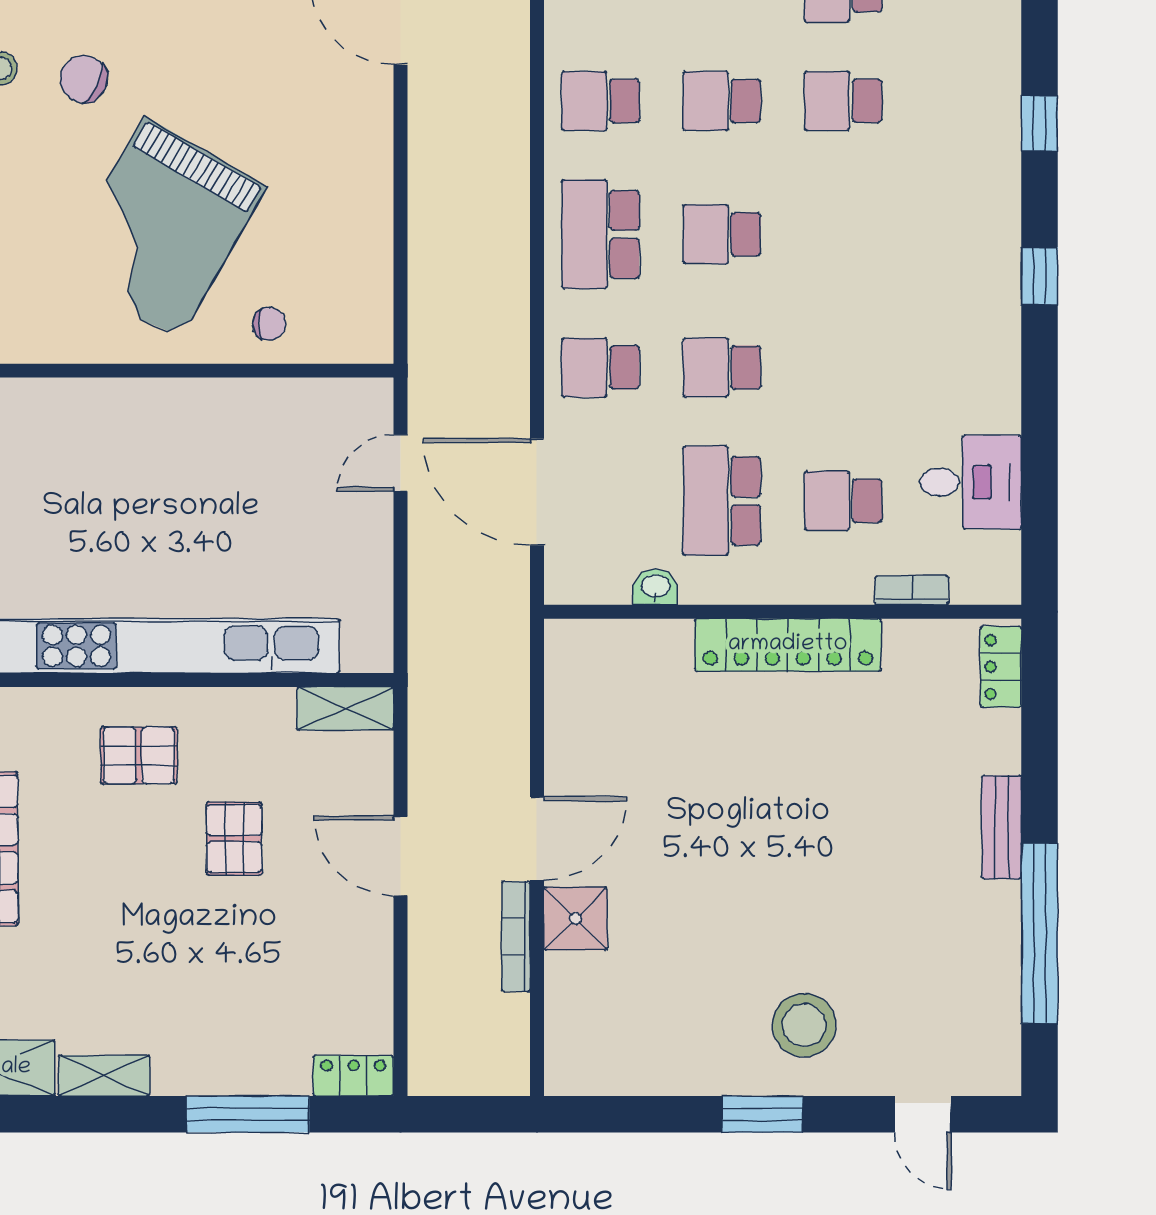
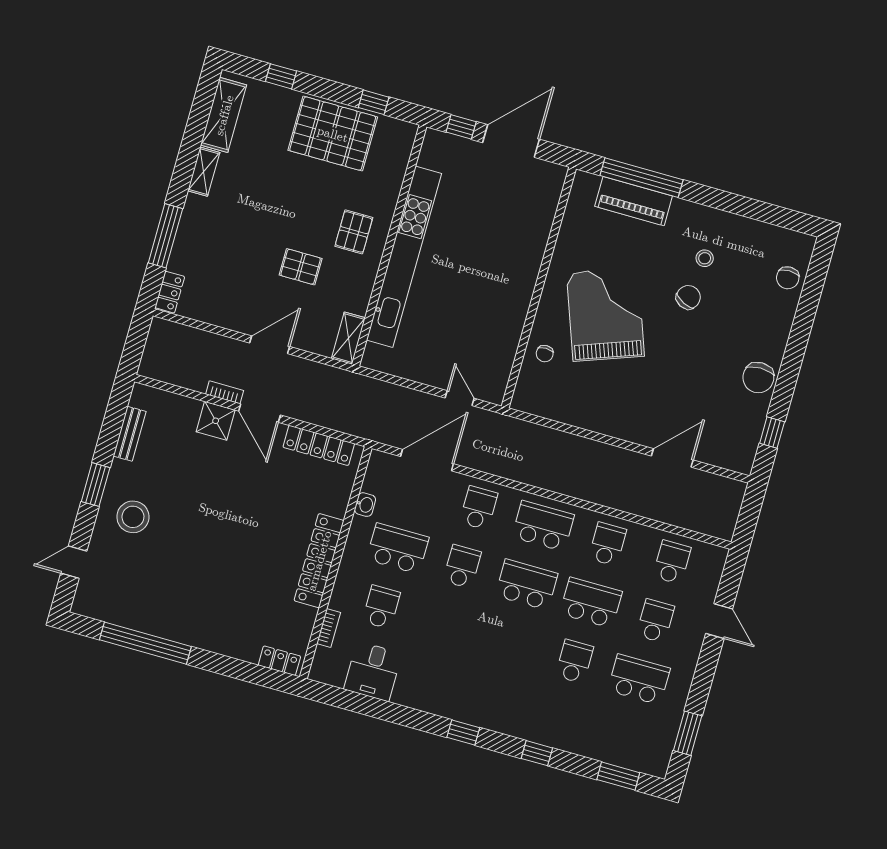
school desk: (722, 101) -> (591, 603), width x1.85
grand piano: (161, 229) -> (605, 314), turned 40
school desk: (722, 234) -> (526, 585), width x1.85
locker: (567, 707) -> (319, 445), added
bench: (1002, 827) -> (130, 434), moved, turned 90
bookcase: (516, 936) -> (225, 392), width x0.64

